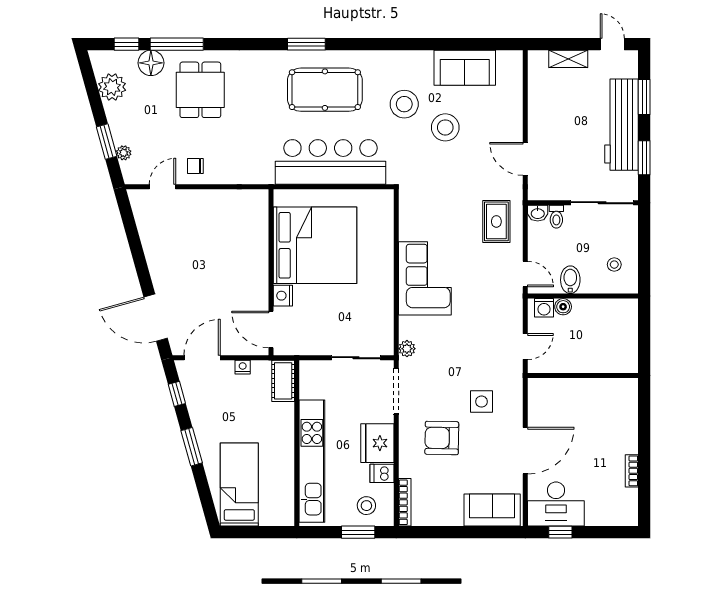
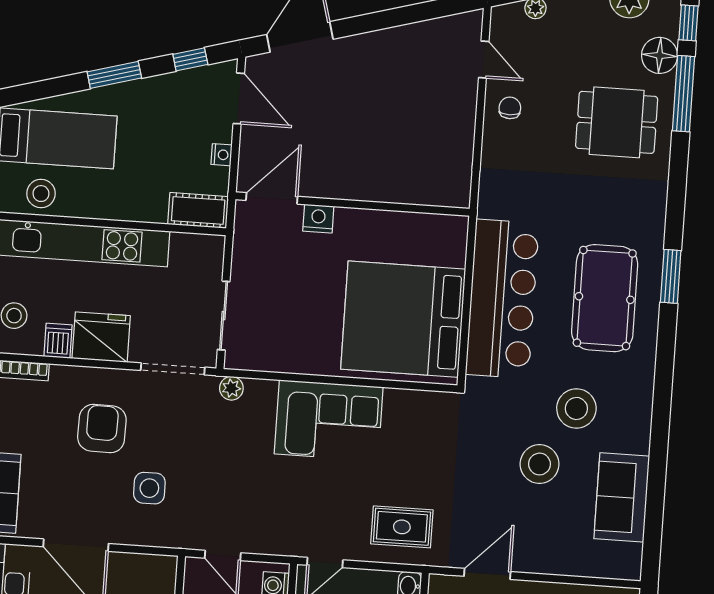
bed: (315, 245) -> (403, 319), moved, turned 90
stool: (279, 493) -> (41, 194), added

